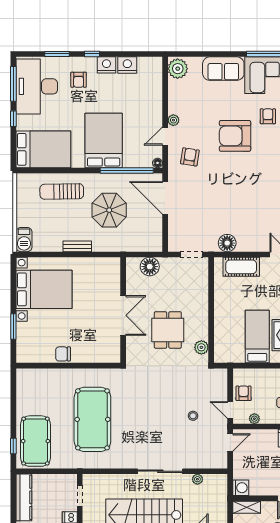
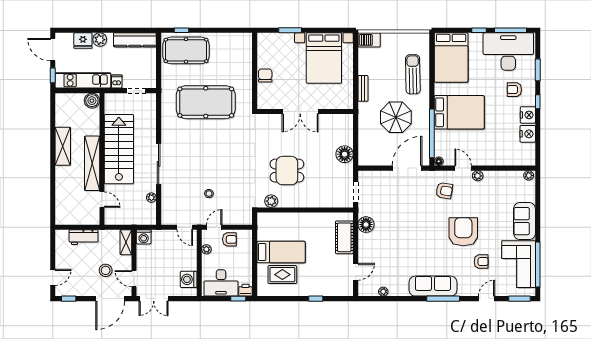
plant: (178, 69) -> (529, 175), width x0.53, depth x0.53
wall: (123, 310) -> (305, 112), moved
double door: (123, 315) -> (300, 112), moved

